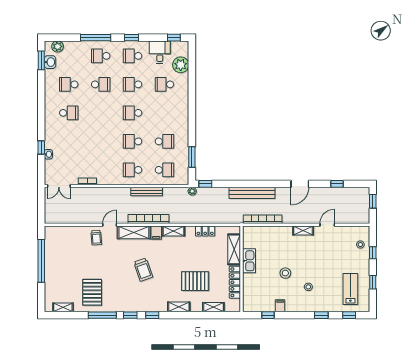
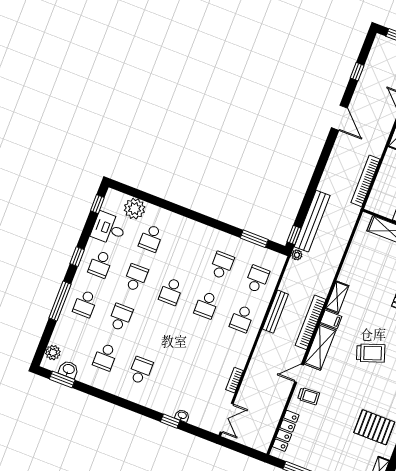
school desk: (133, 84) -> (136, 278), turned 180
bench: (252, 193) -> (312, 221), moved
door: (110, 225) -> (299, 373), hinge flipped
locker: (205, 231) -> (286, 431), moved, width x1.53

